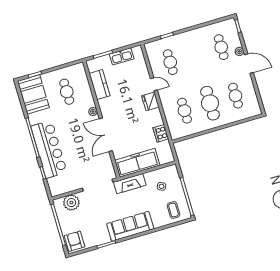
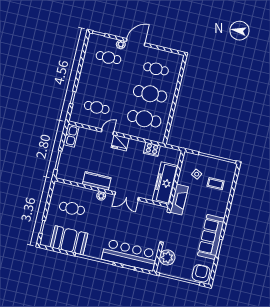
kitchen sink: (122, 56) -> (71, 136), moved
kitchen counter: (100, 85) -> (97, 181), moved
booth: (33, 94) -> (69, 240), moved
cafe table: (185, 111) -> (144, 119), width x1.37, depth x1.35
double door: (106, 135) -> (127, 196), width x0.73
bar counter: (49, 149) -> (129, 255), moved
coffee table: (173, 210) -> (216, 184), moved
sofa: (130, 226) -> (211, 237), moved
armchair: (74, 241) -> (201, 273), turned 90

